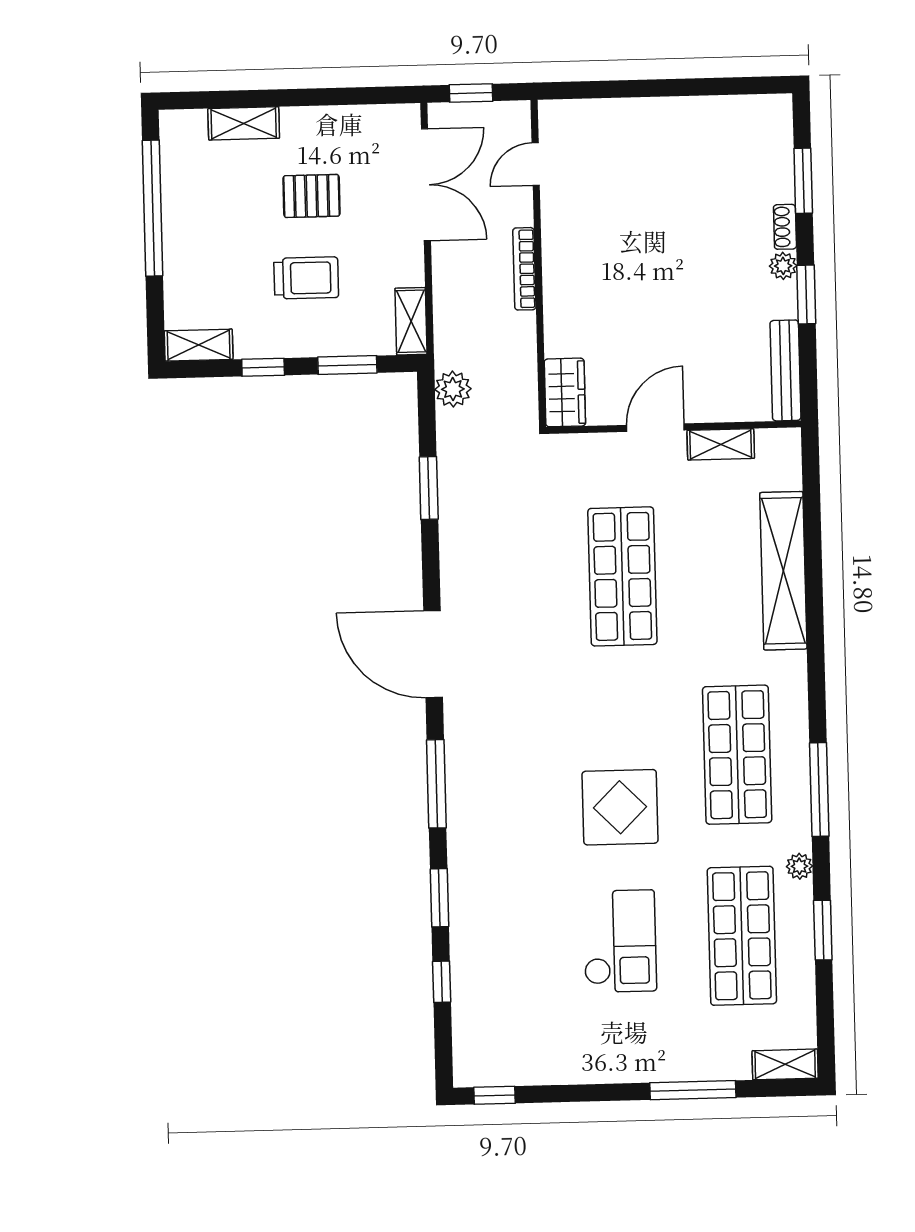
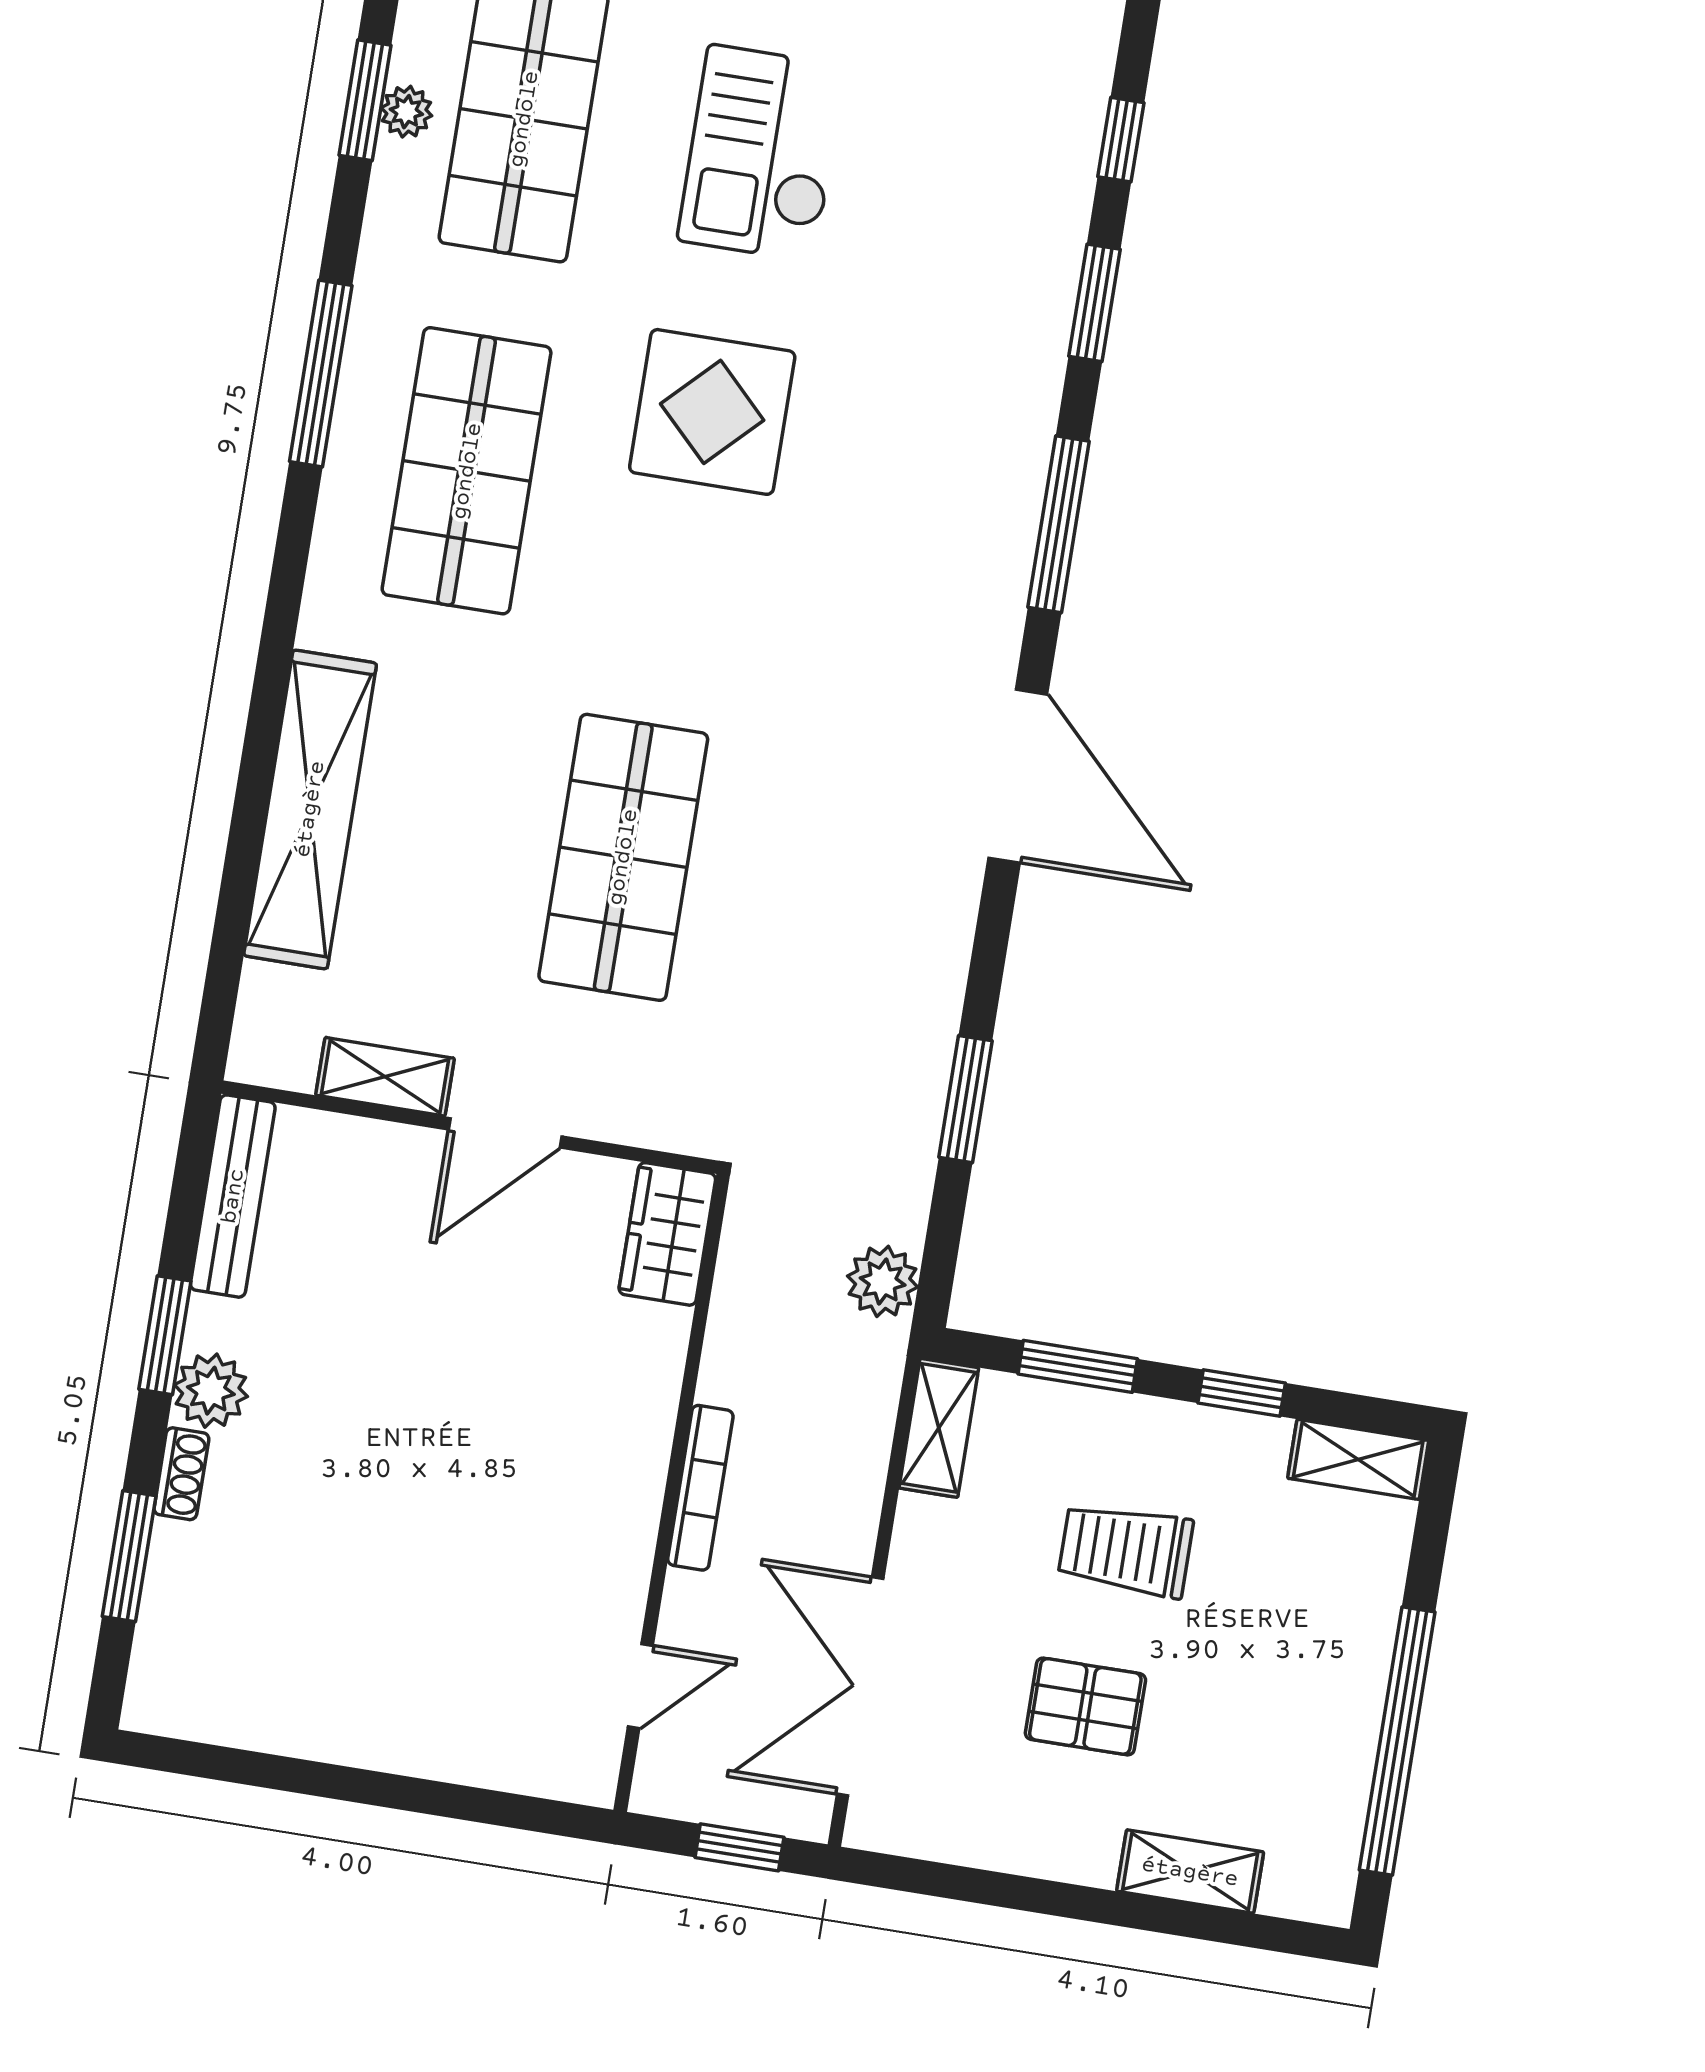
plant: (783, 266) -> (211, 1391), width x1.38, depth x1.38
plant: (799, 866) -> (406, 112), moved

